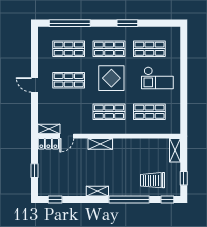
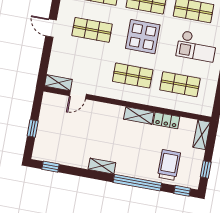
locker: (48, 144) -> (166, 120), moved
shelving: (100, 144) -> (139, 116), moved
trolley: (153, 180) -> (169, 165), turned 90

